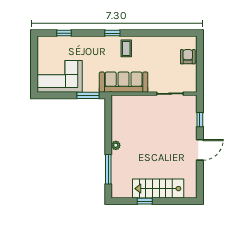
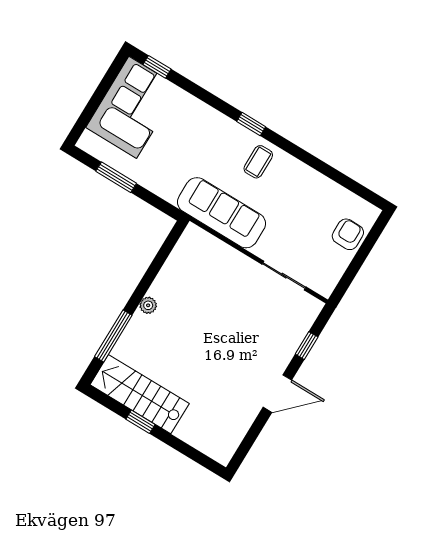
window: (64, 33) -> (157, 67), moved
corner sofa: (60, 76) -> (133, 107), moved, turned 90
window: (88, 95) -> (116, 177), moved
stairs: (158, 189) -> (140, 394), moved

